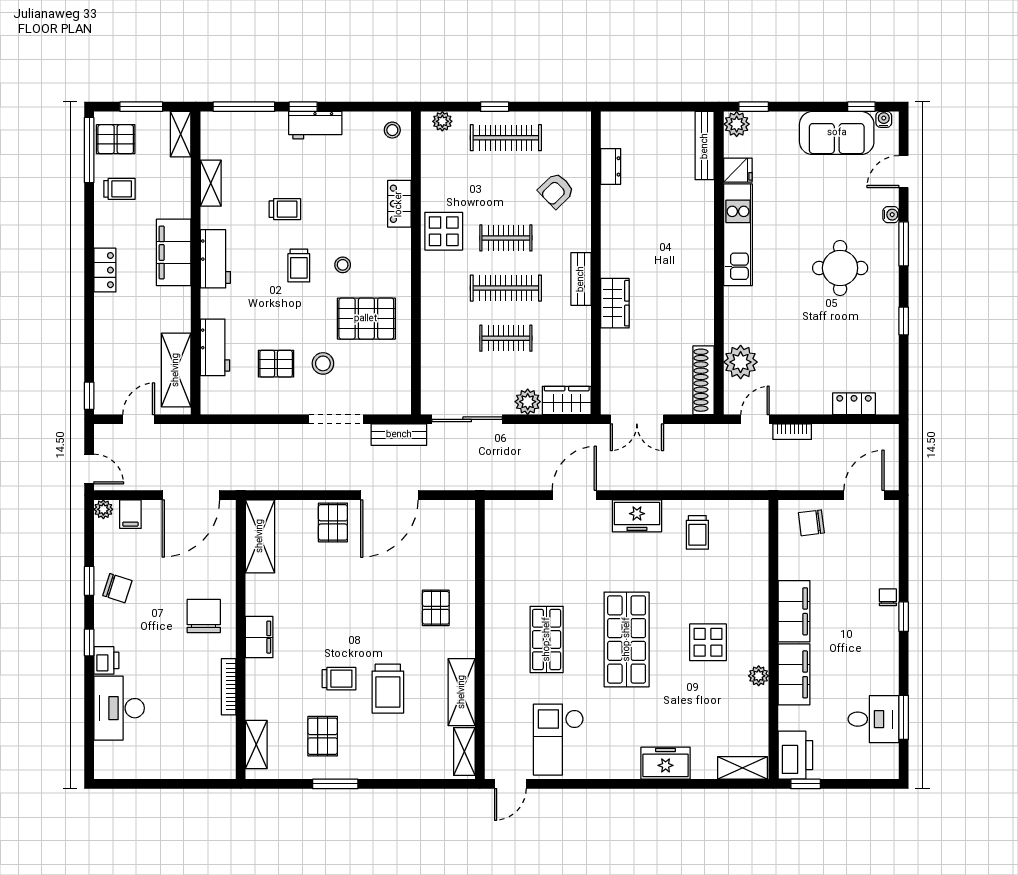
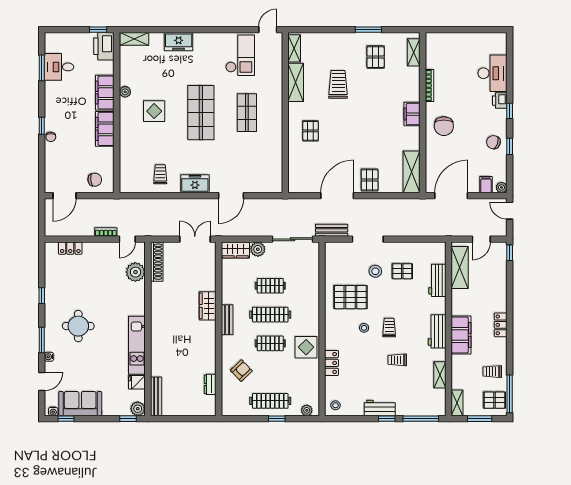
trolley: (339, 679) -> (366, 90), removed

